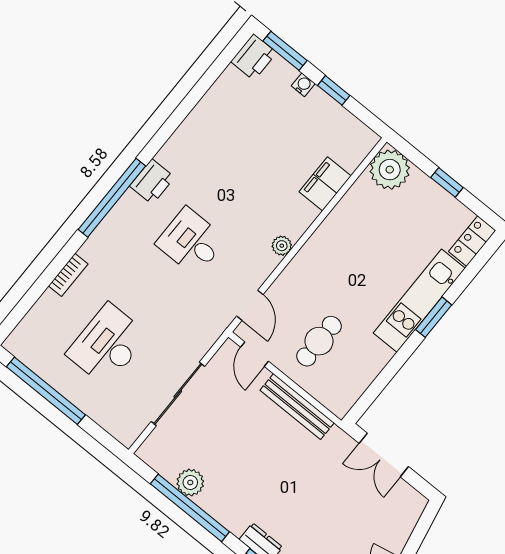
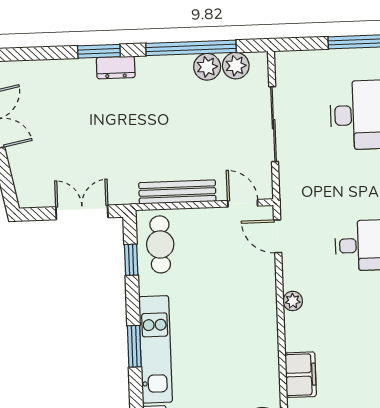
cafe table: (319, 341) -> (160, 244), moved
window: (378, 386) -> (131, 260), added
plant: (168, 464) -> (236, 66), added

